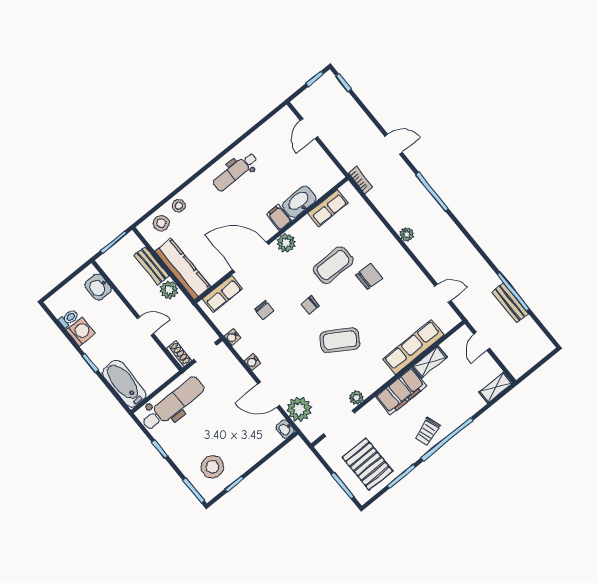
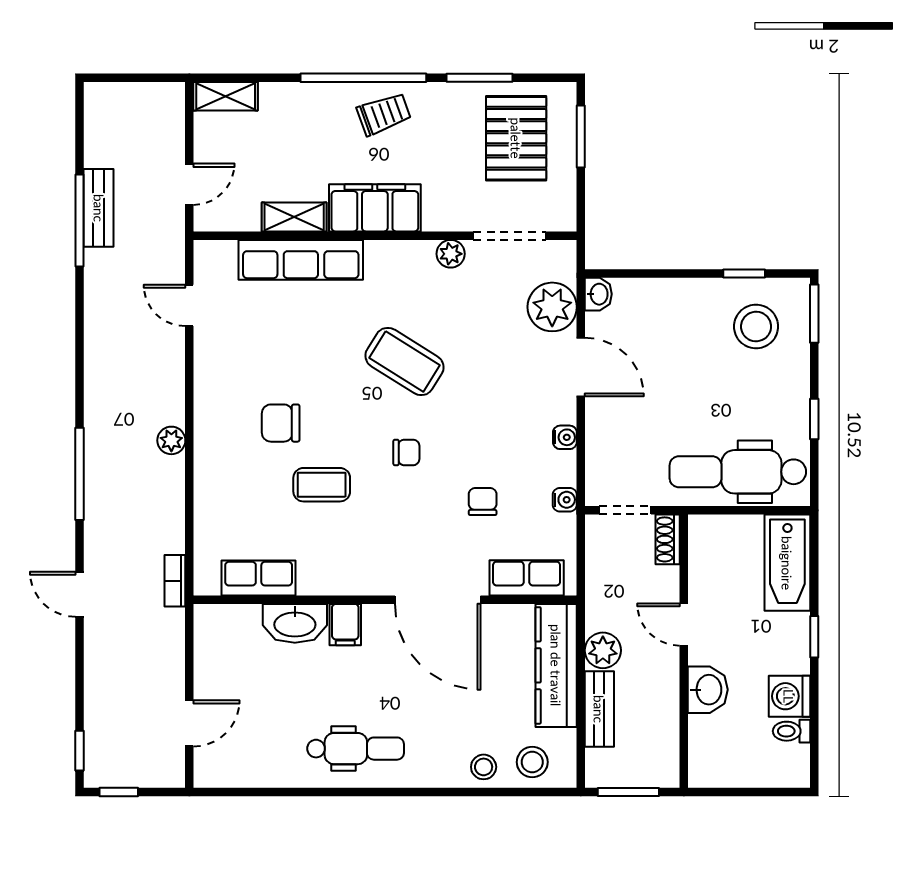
plant: (286, 243) -> (366, 577), removed
coffee table: (333, 265) -> (322, 485), width x0.73, depth x0.77
washbasin: (98, 287) -> (708, 690), moved

